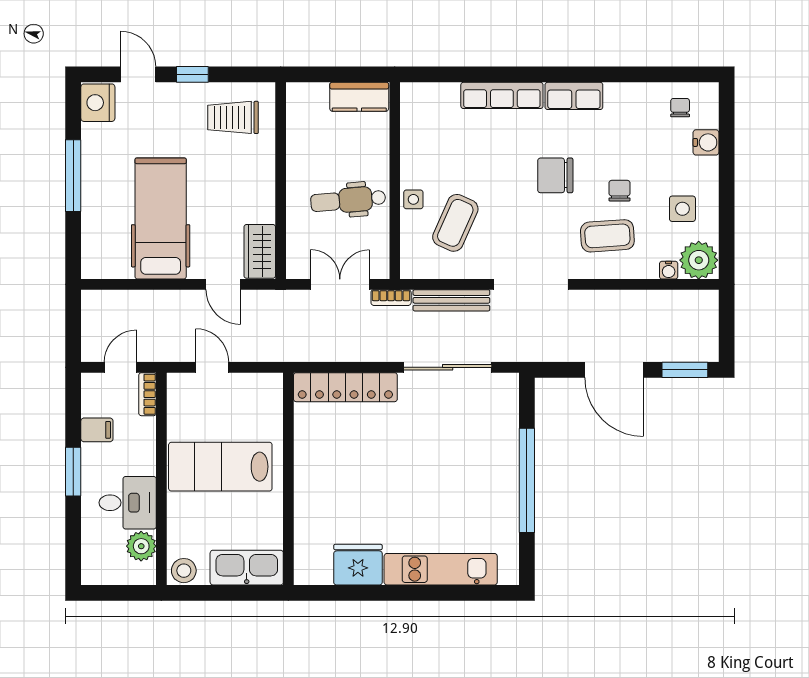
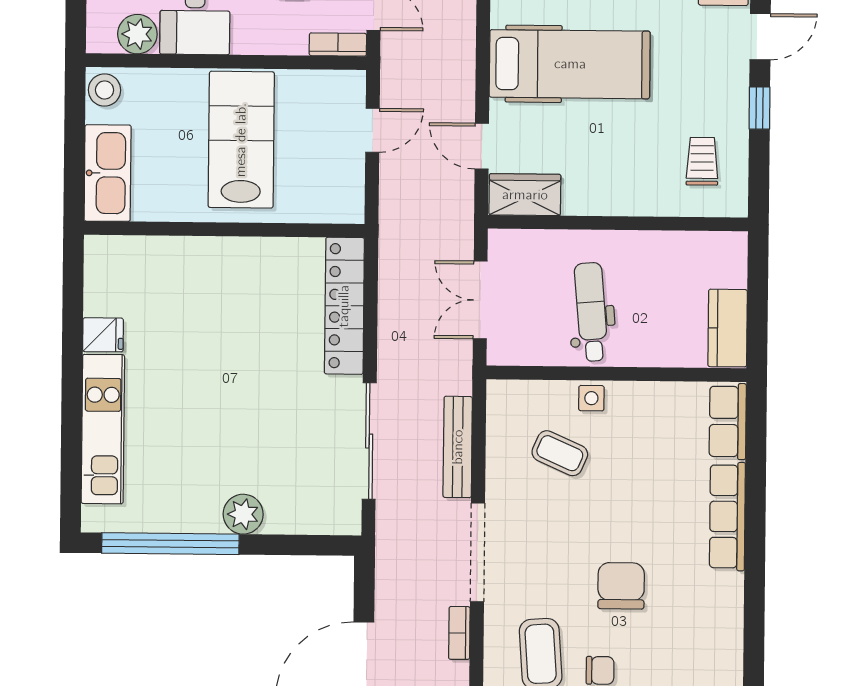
row of seats: (574, 96) -> (728, 421), moved
trolley: (233, 117) -> (702, 161), width x0.73, depth x0.72
coffee table: (455, 223) -> (560, 453), width x0.73, depth x0.77
door: (223, 284) -> (482, 146), hinge flipped
double door: (340, 284) -> (480, 300), swing flipped
bookcase: (391, 298) -> (459, 633), moved
plant: (504, 462) -> (243, 514), added
window: (527, 480) -> (170, 544), moved
fridge: (358, 565) -> (103, 335), width x0.53, depth x0.75

